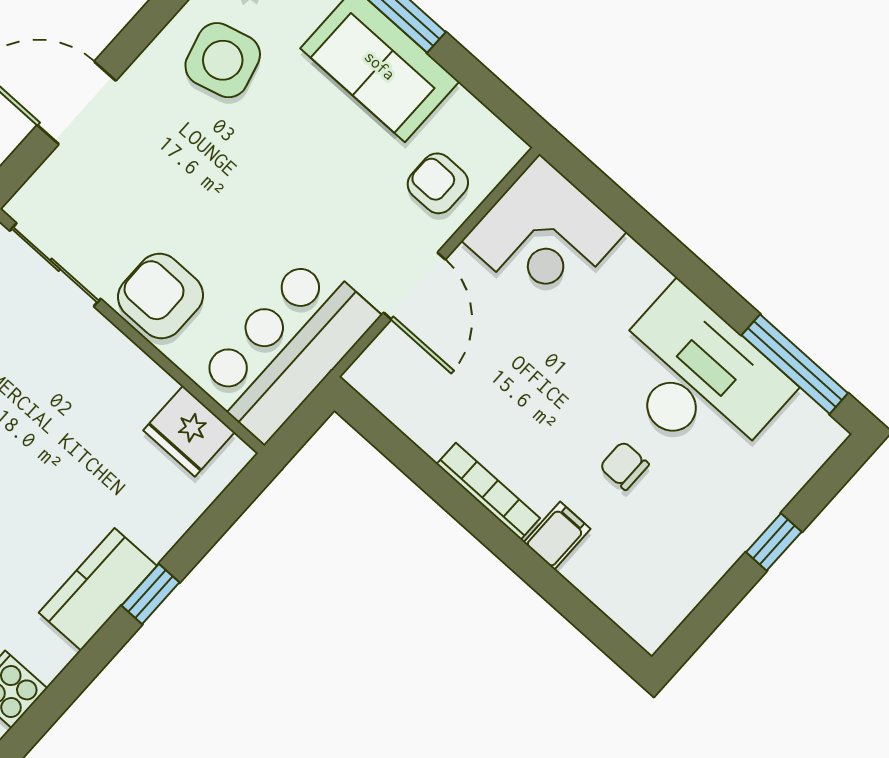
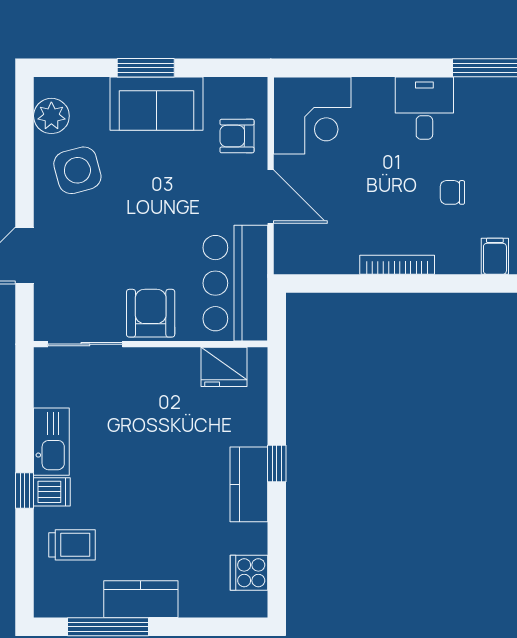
armchair: (161, 296) -> (151, 313), turned 90
desk: (697, 378) -> (424, 108), width x0.53, depth x0.77
filing cabinet: (557, 536) -> (495, 256), moved

